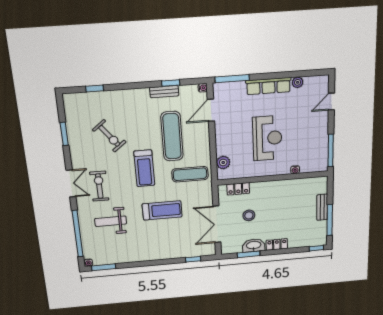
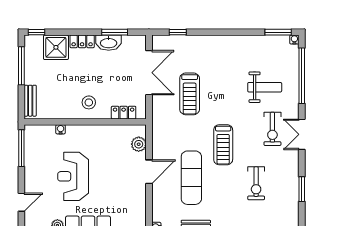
door: (211, 110) -> (149, 172), moved
exercise bike: (109, 136) -> (256, 183), turned -142
reception desk: (267, 138) -> (73, 176), moved
treadmill: (144, 168) -> (223, 145), turned 180
exercise mat: (190, 174) -> (175, 134), removed
bench: (322, 207) -> (30, 101), moved
treadmill: (162, 210) -> (190, 94), moved, turned -90
stool: (249, 215) -> (89, 102), moved
shower: (300, 238) -> (56, 47), added

